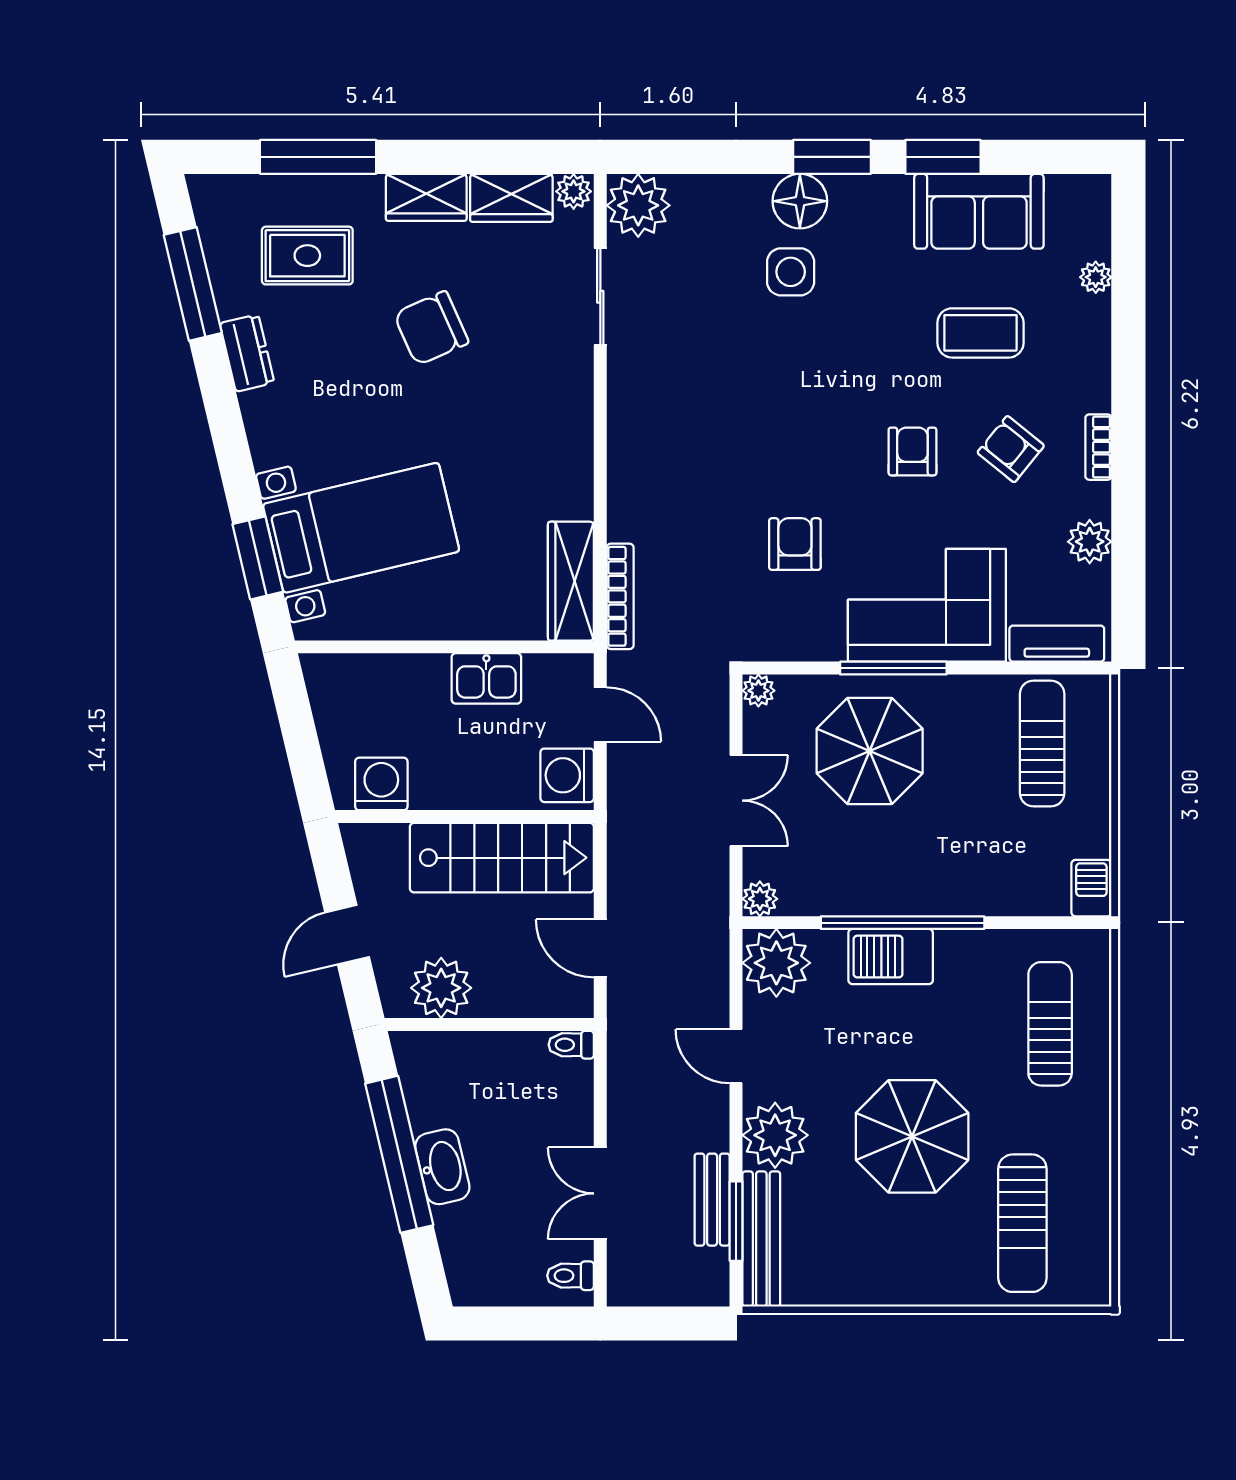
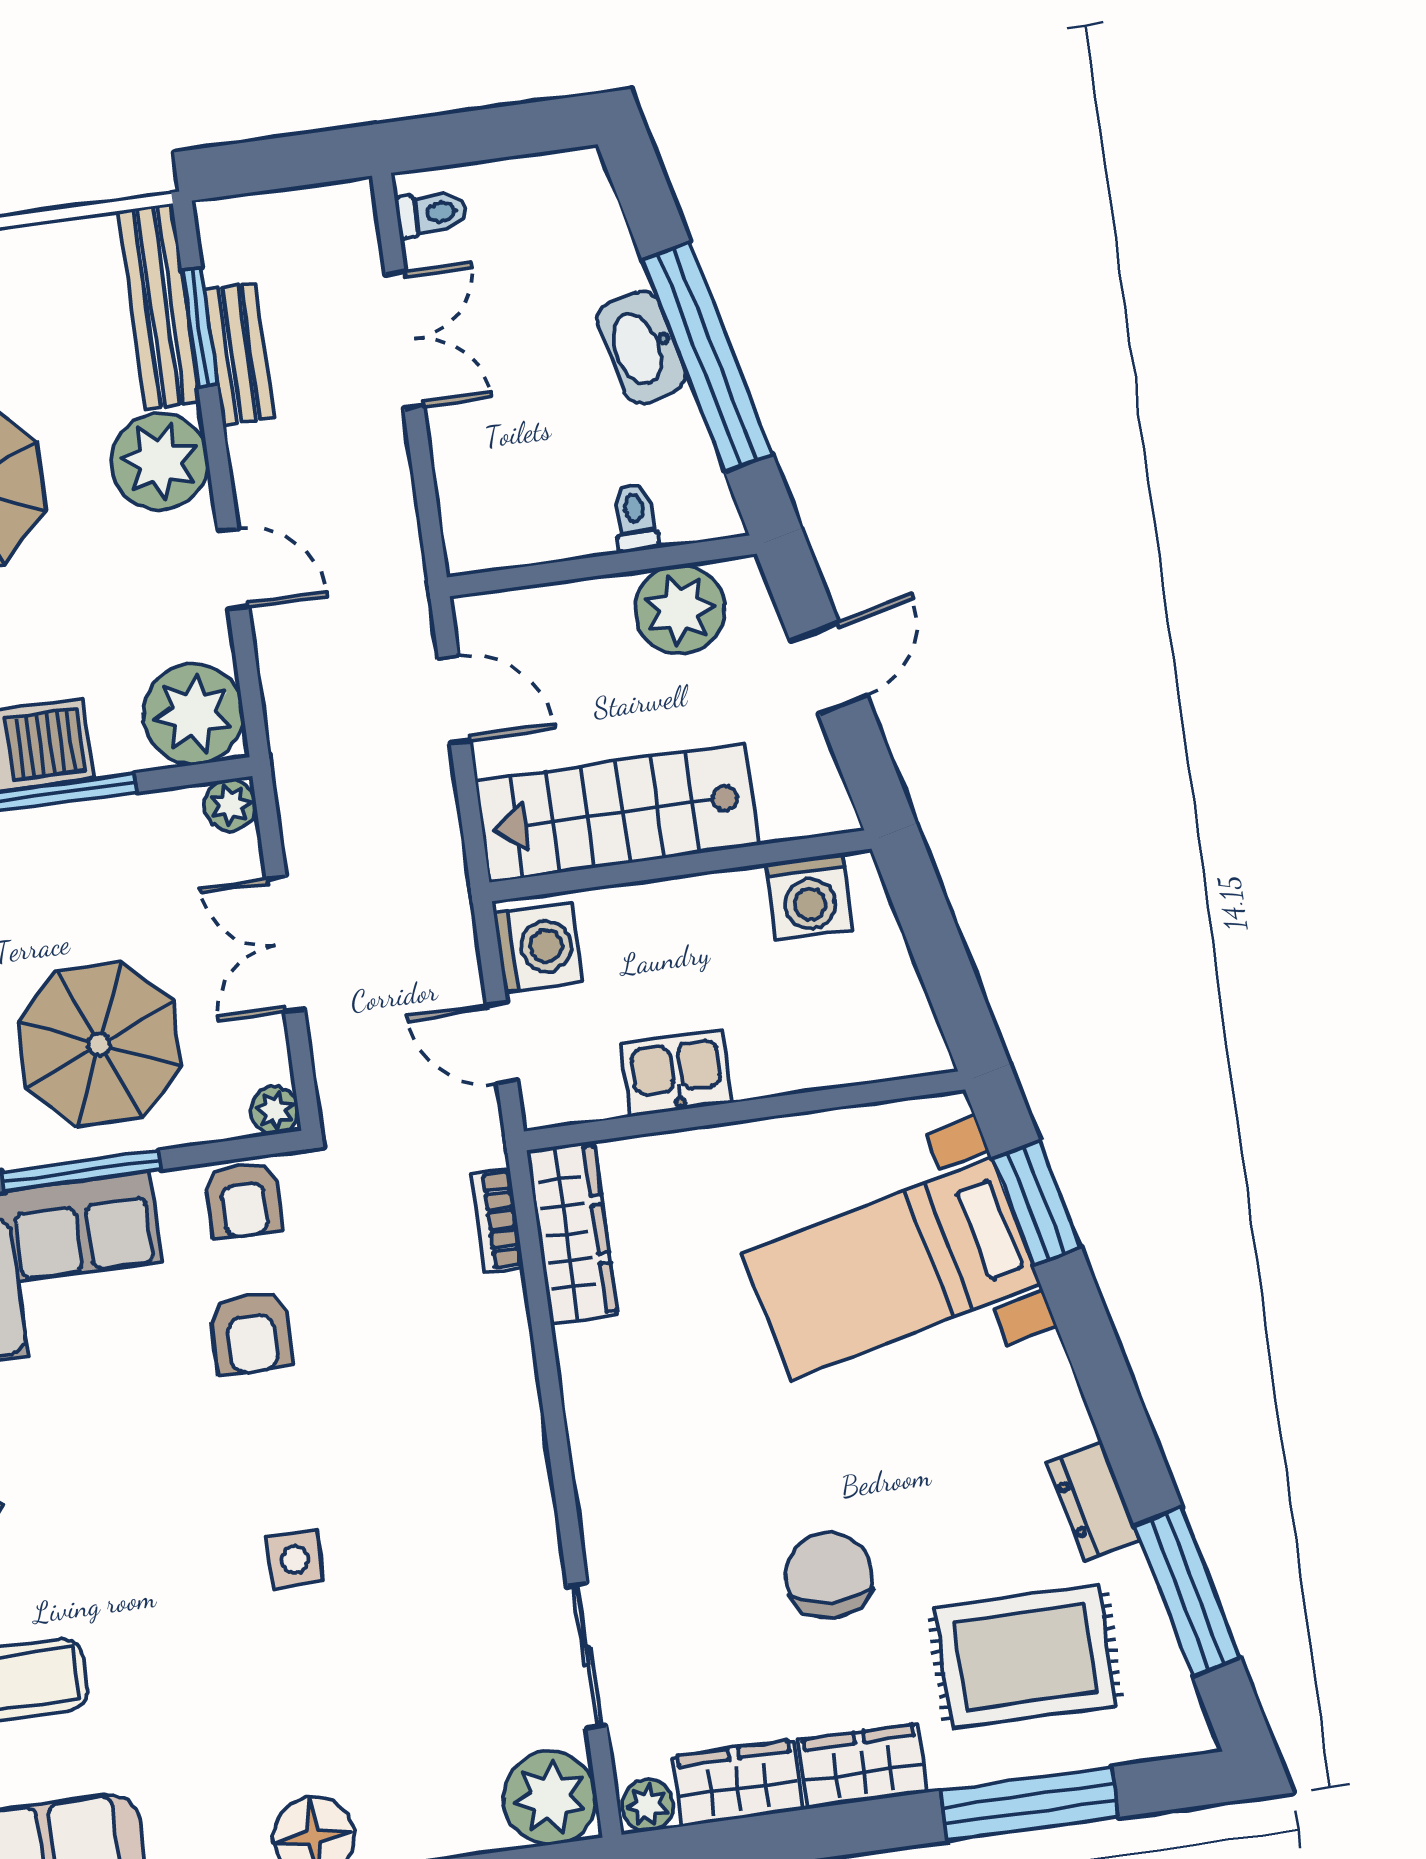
rug: (307, 256) -> (1025, 1657), width x1.36, depth x1.43
side table: (791, 272) -> (295, 1559), moved, width x0.73, depth x0.73
chair: (431, 328) -> (829, 1575), turned -64
armchair: (912, 451) -> (244, 1200), moved
bookcase: (620, 596) -> (497, 1220), width x0.64
toilet: (571, 1045) -> (635, 518), moved, turned -90

